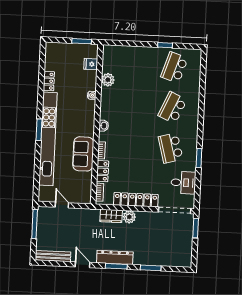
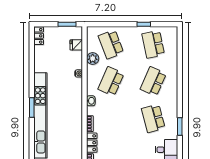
school desk: (128, 65) -> (111, 44), added
school desk: (174, 67) -> (153, 44), turned -30
locker: (49, 81) -> (39, 36), moved
school desk: (127, 105) -> (111, 81), added
sofa: (83, 154) -> (73, 128), removed

